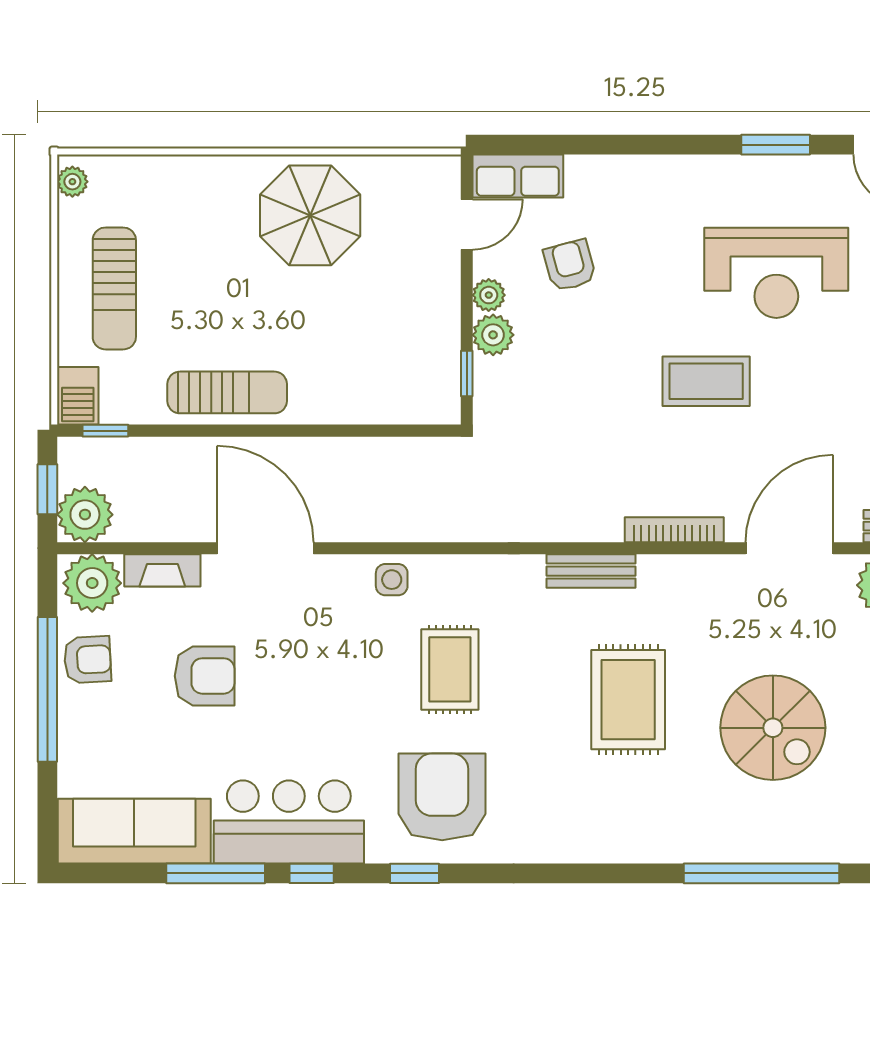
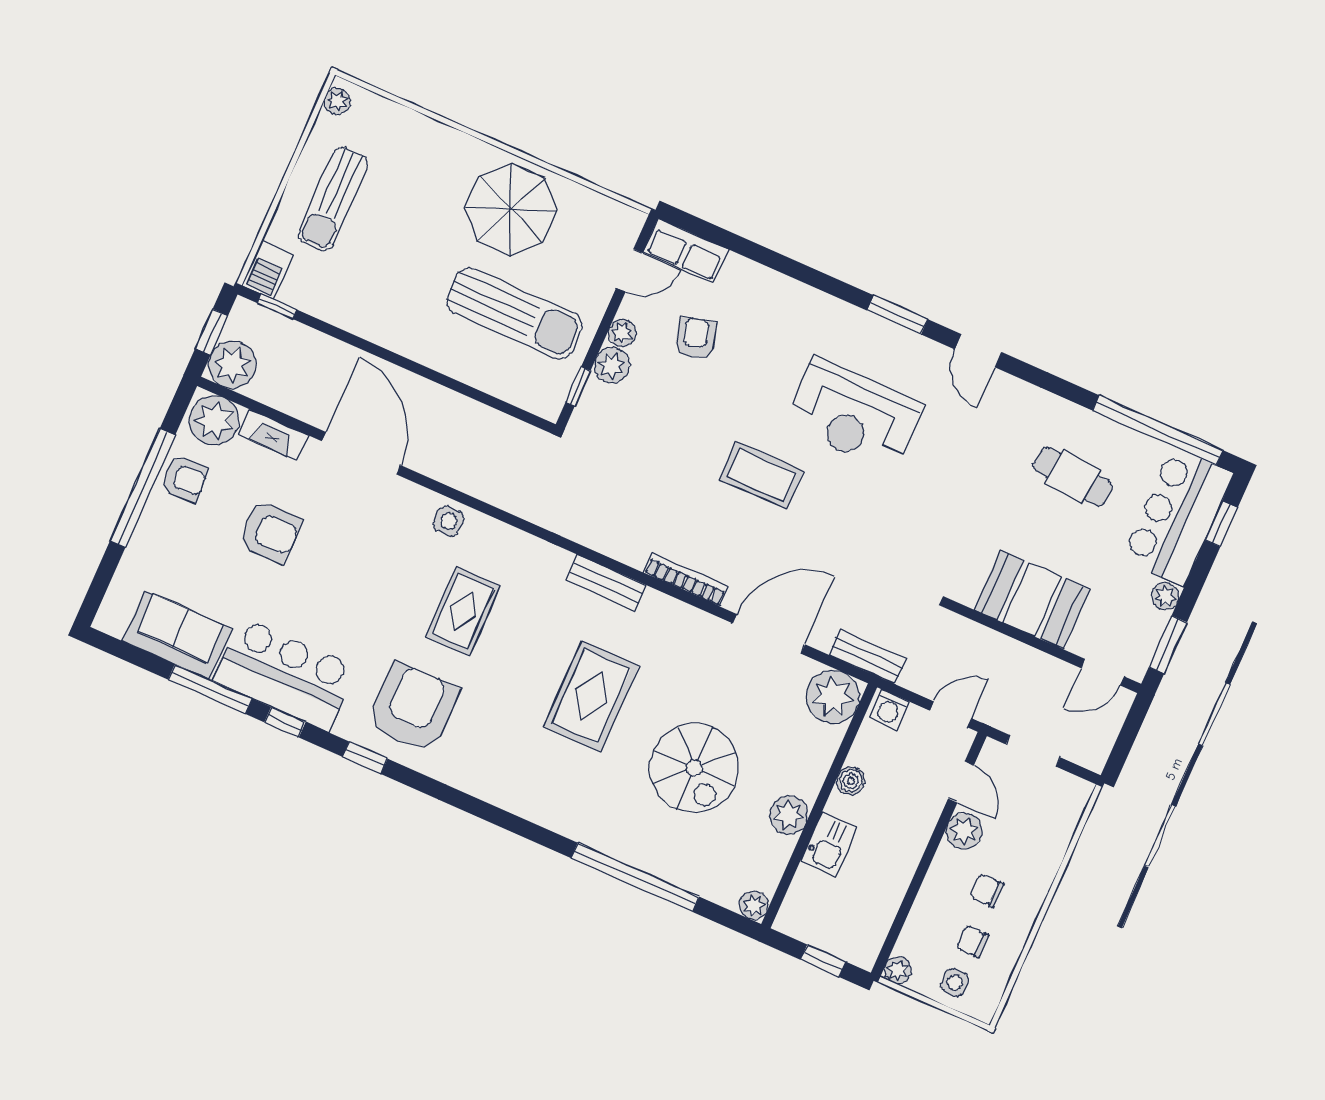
sun lounger: (227, 392) -> (514, 313), moved, width x1.36, depth x1.34
sofa: (134, 831) -> (177, 635), width x0.73

